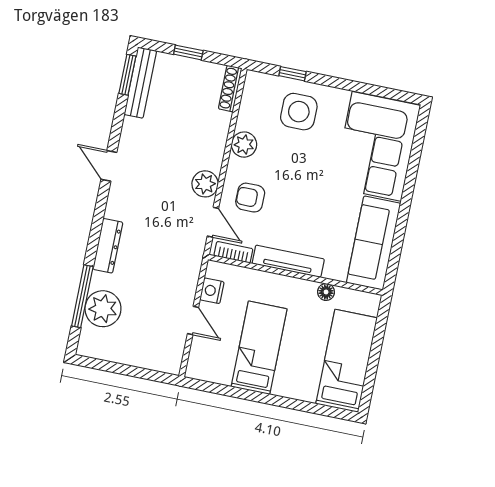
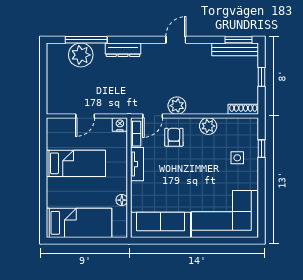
side table: (299, 112) -> (237, 158), width x0.54, depth x0.54
tv unit: (288, 261) -> (137, 164), width x0.71
nightstand: (212, 291) -> (120, 125), moved

